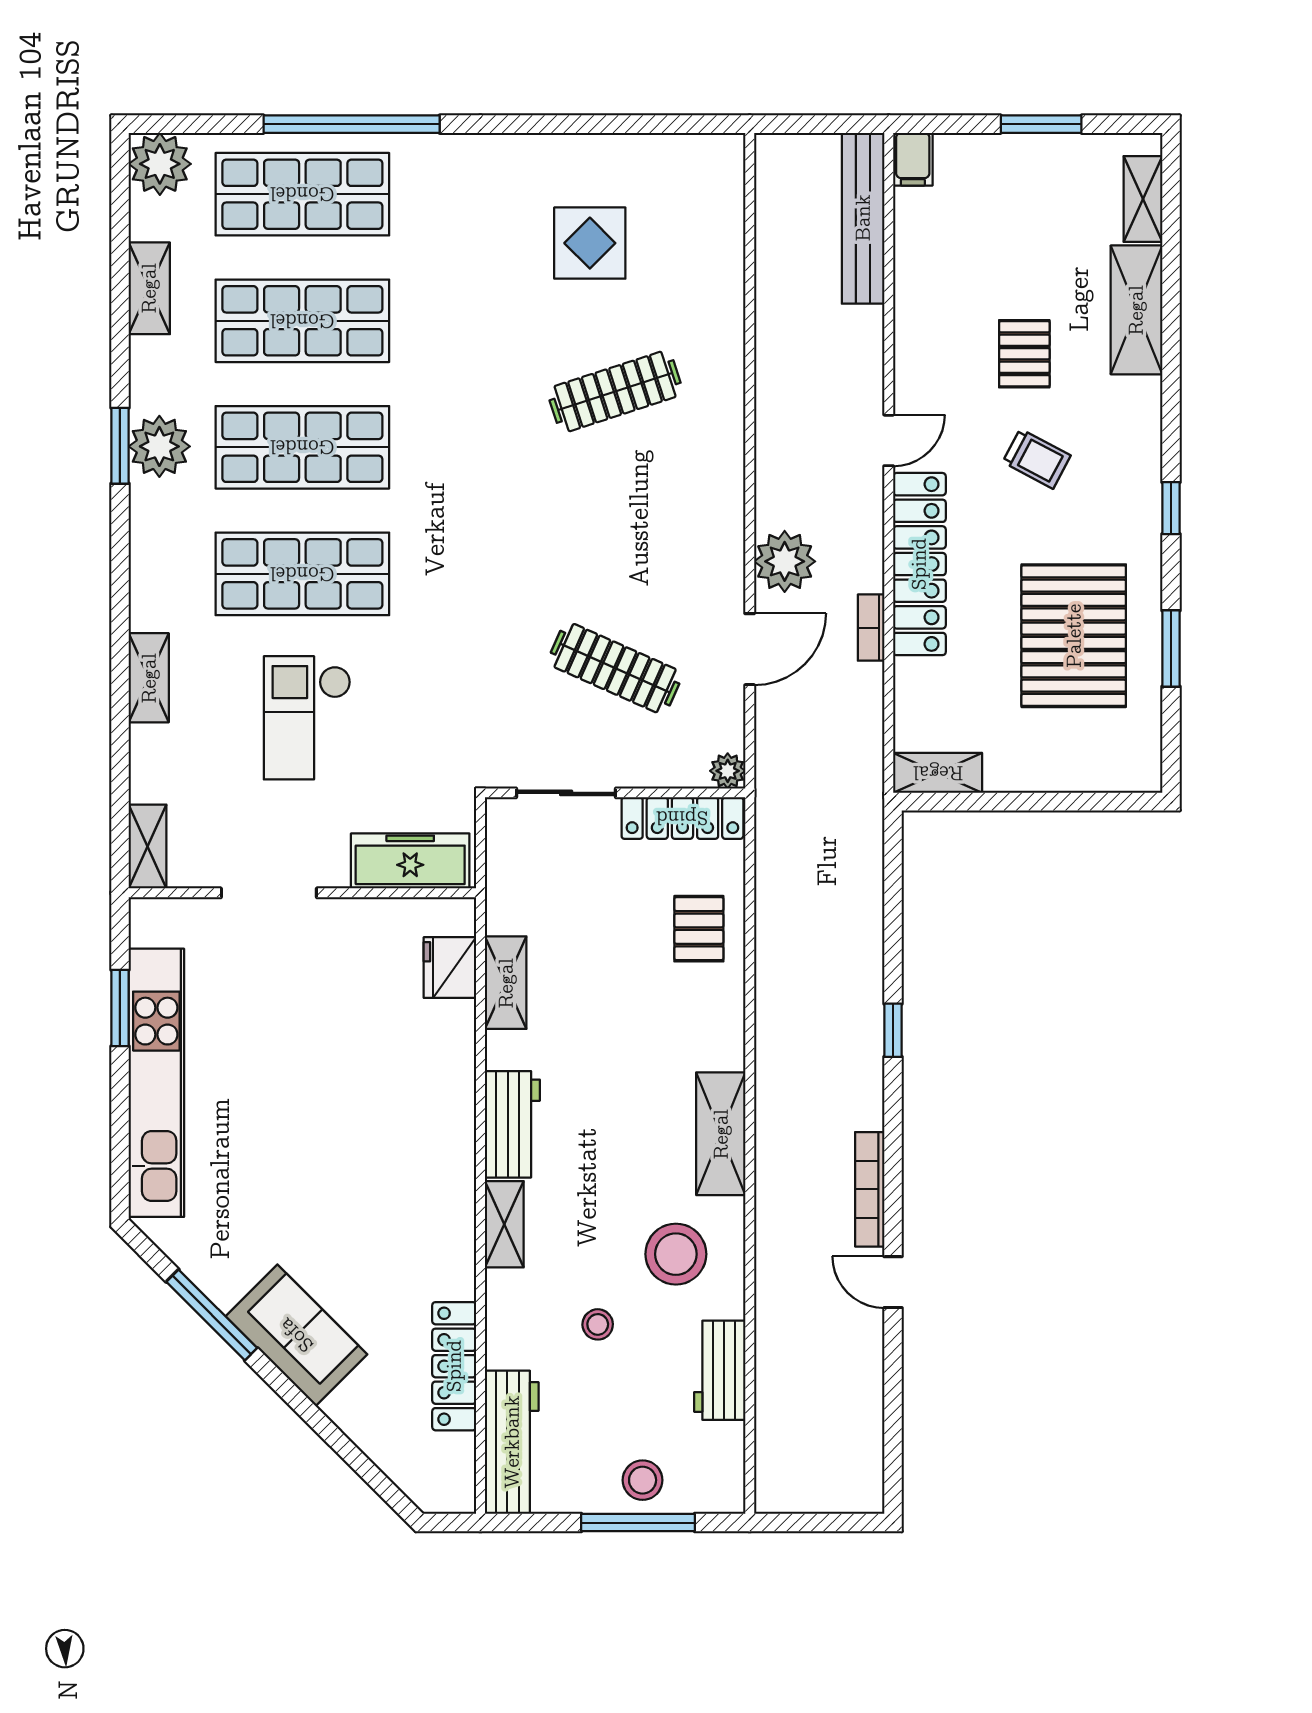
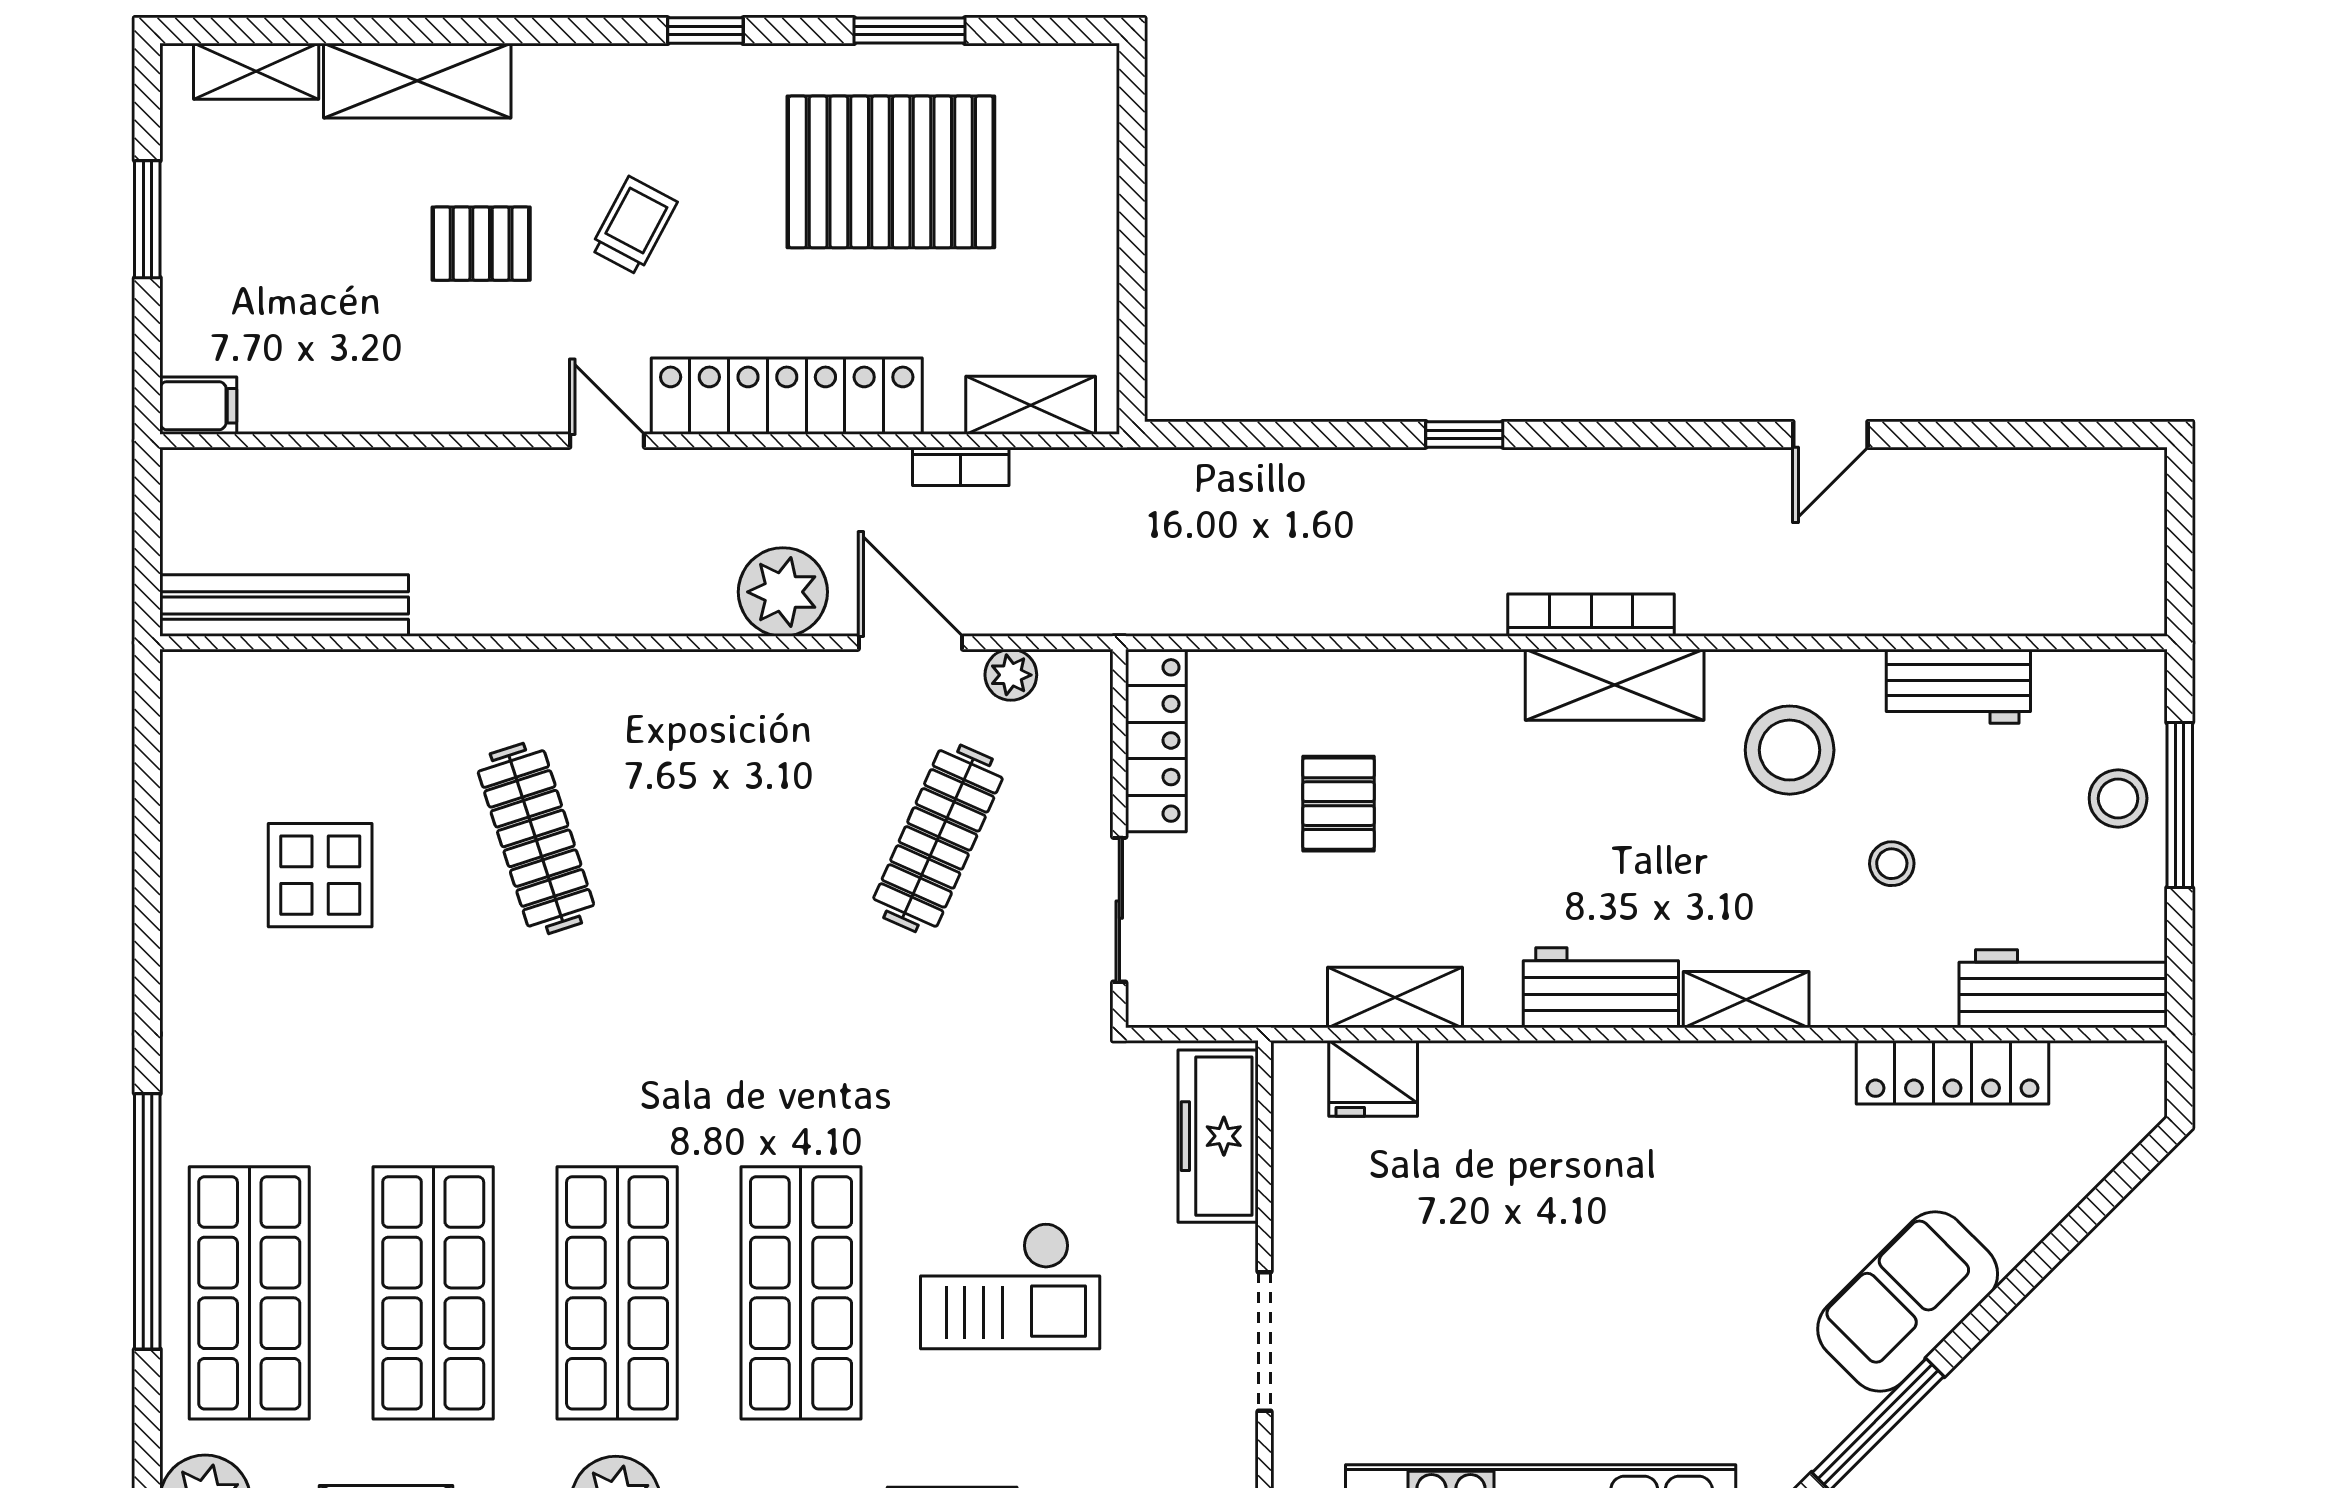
bench: (863, 218) -> (284, 606), moved
bookcase: (871, 628) -> (961, 466), moved
plant: (728, 771) -> (1011, 675), moved
shelving: (938, 773) -> (1031, 405), moved, turned 90
pallet: (699, 929) -> (1338, 804), moved, turned 90
bookcase: (870, 1189) -> (1591, 615), moved, turned 180

